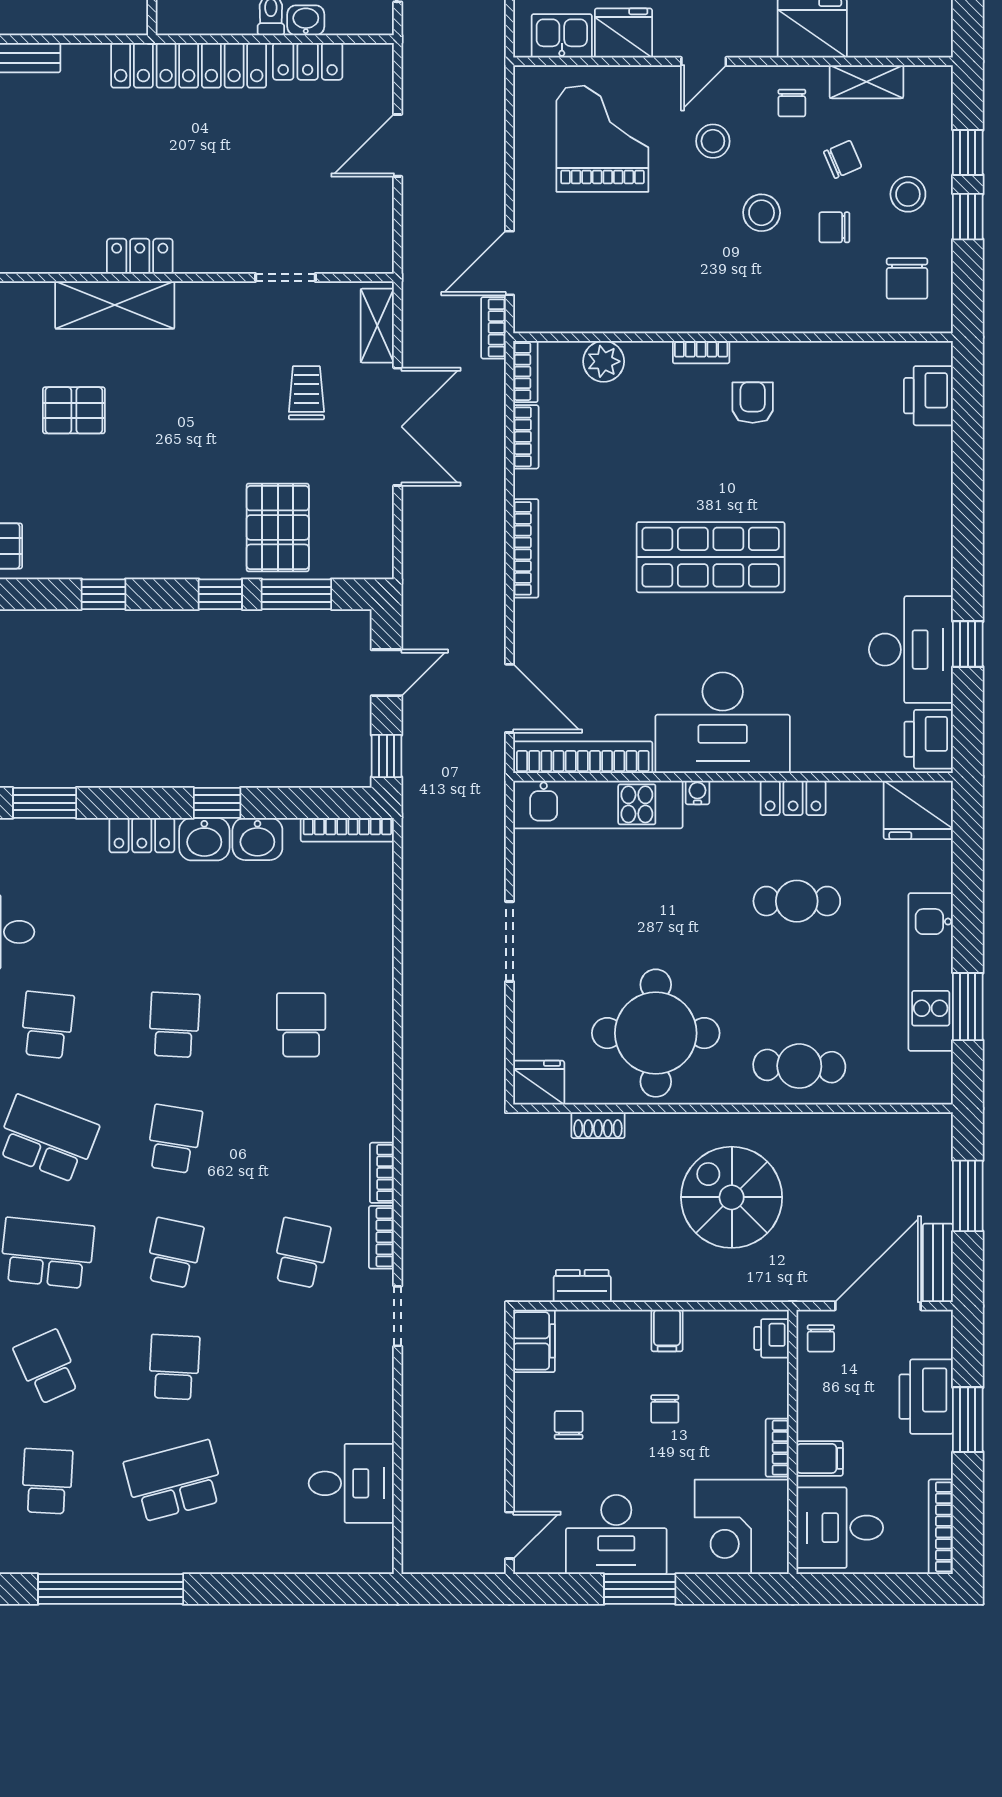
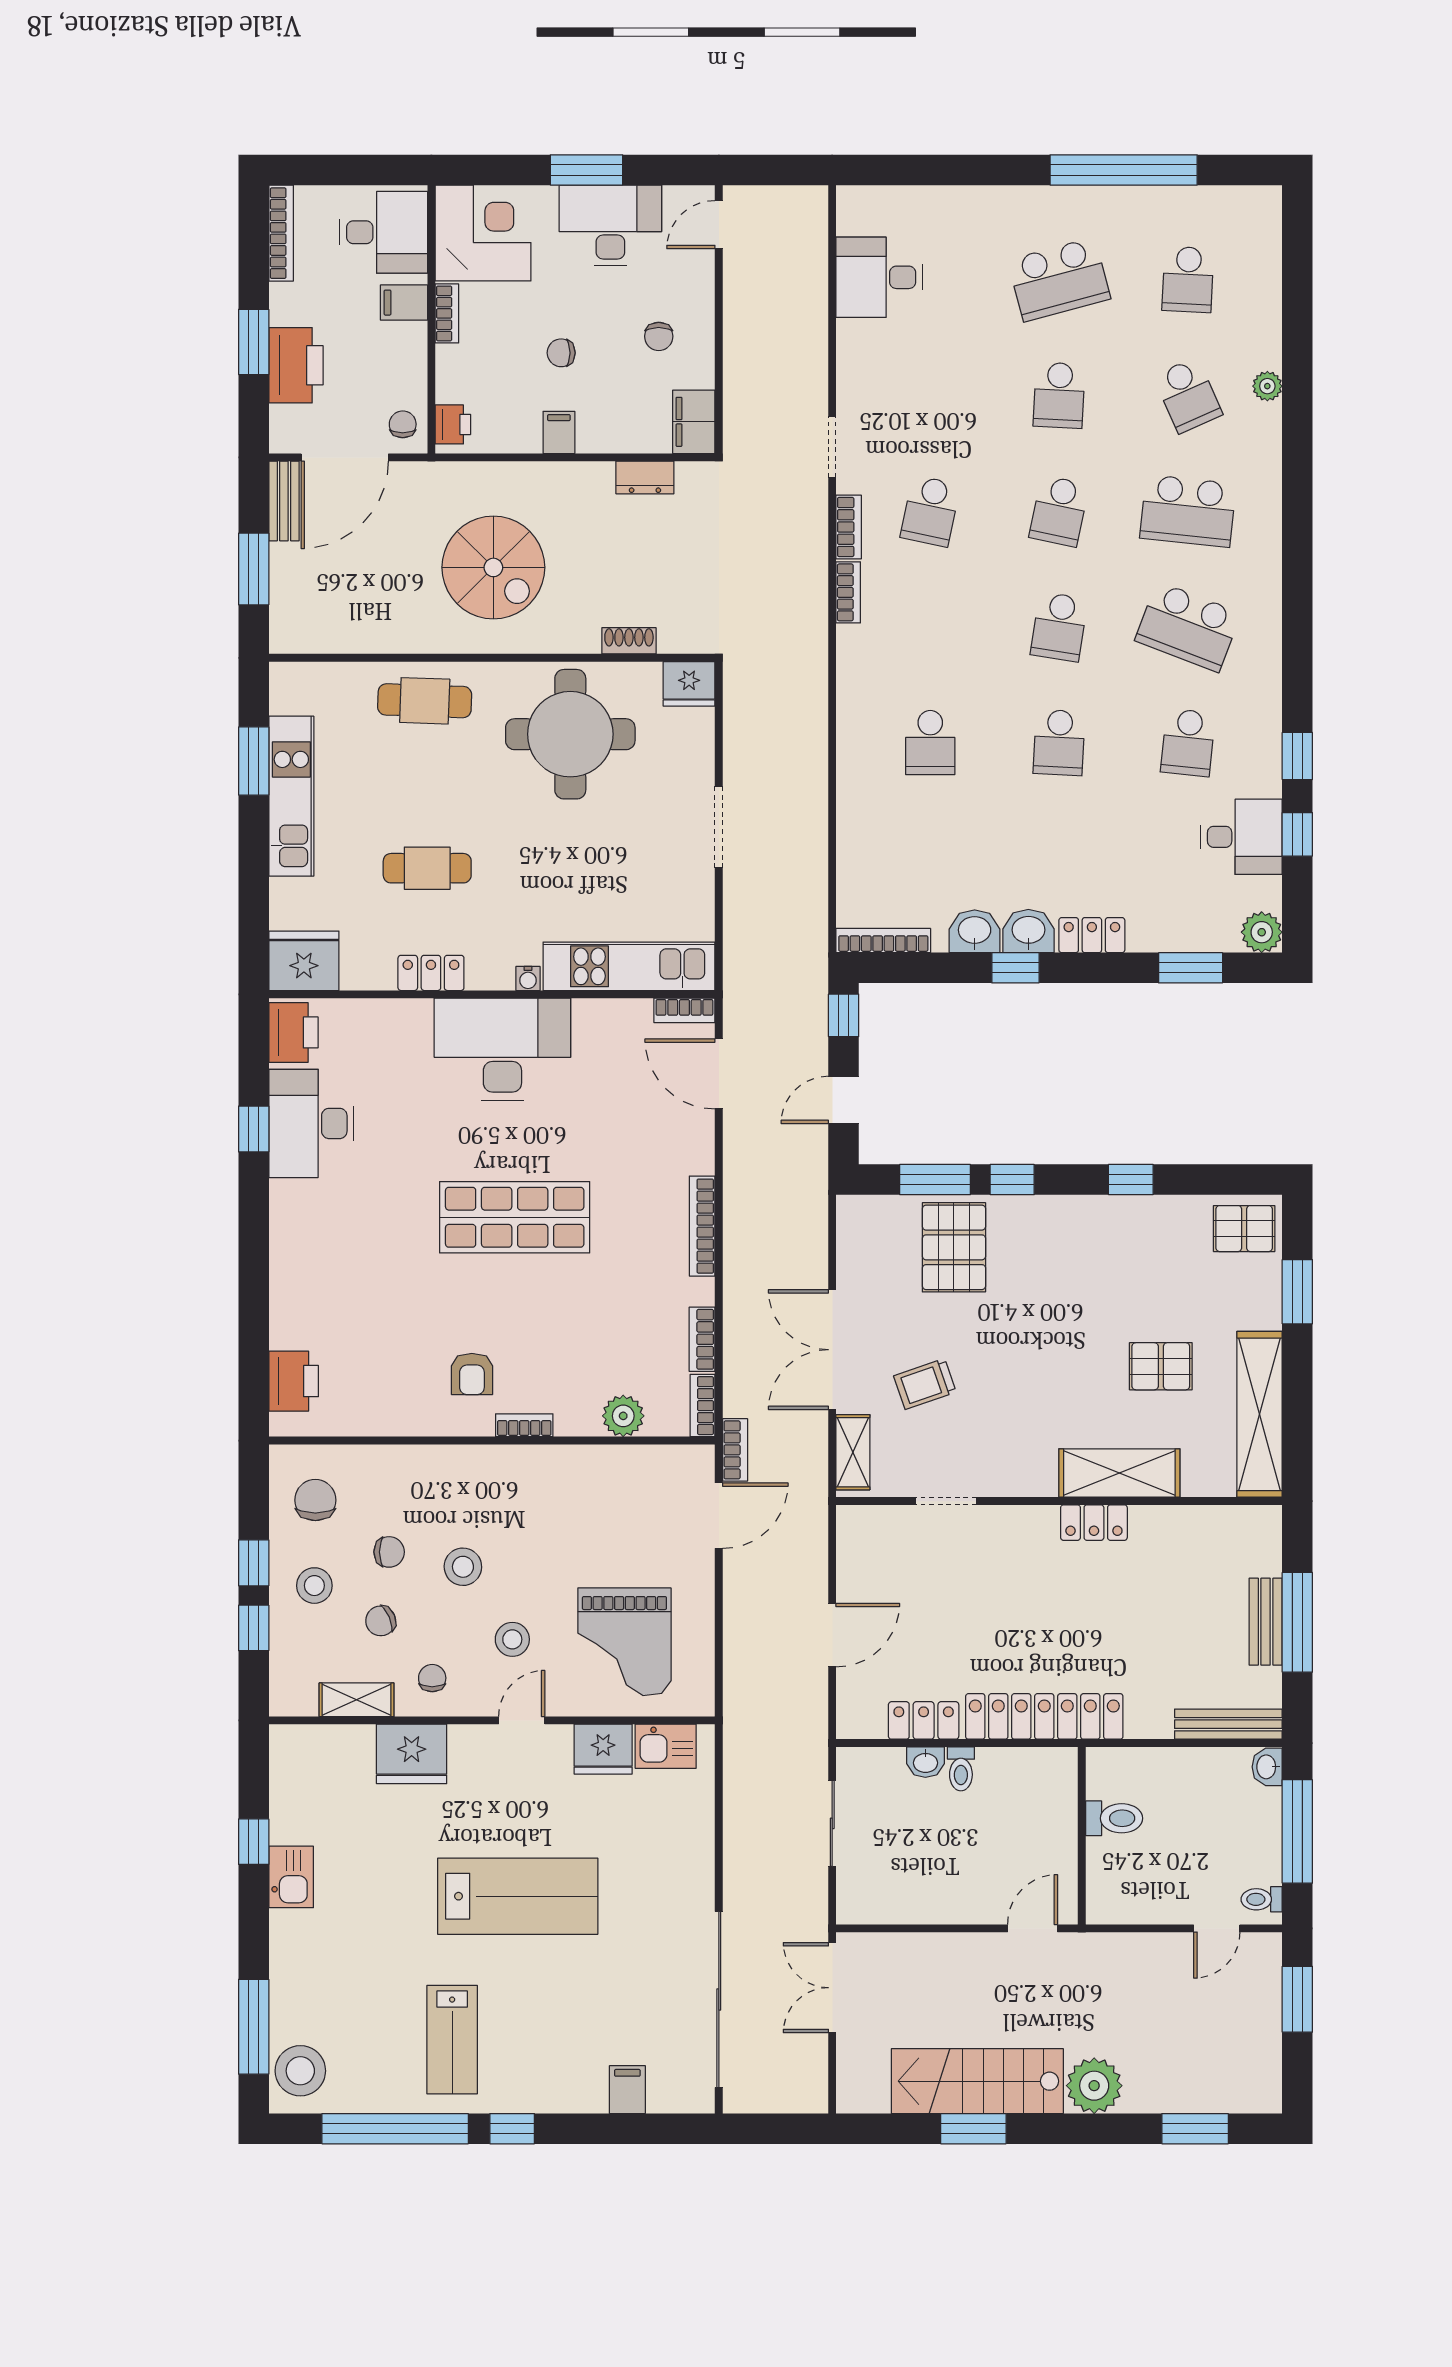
trolley: (306, 393) -> (925, 1384), turned 71
bookcase: (583, 757) -> (684, 1010), width x0.43, depth x0.76
chair: (665, 1409) -> (561, 353), turned -90

